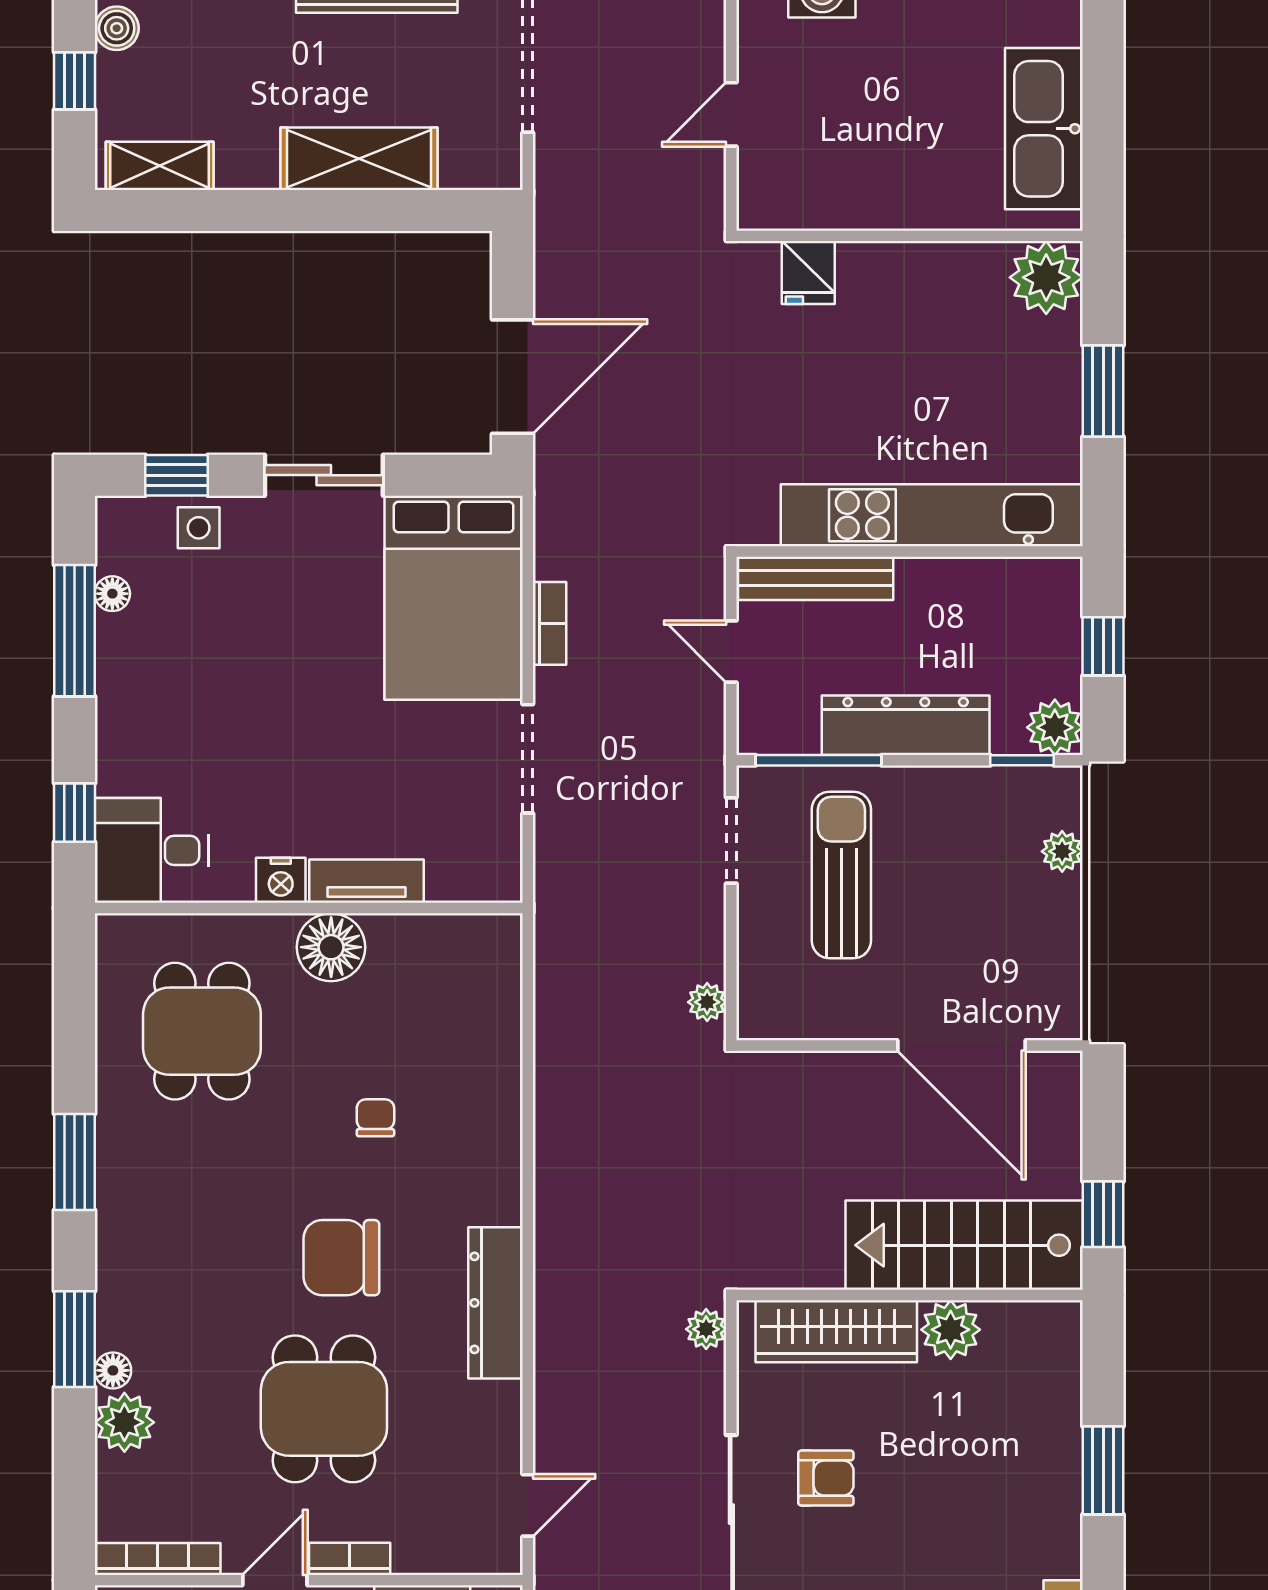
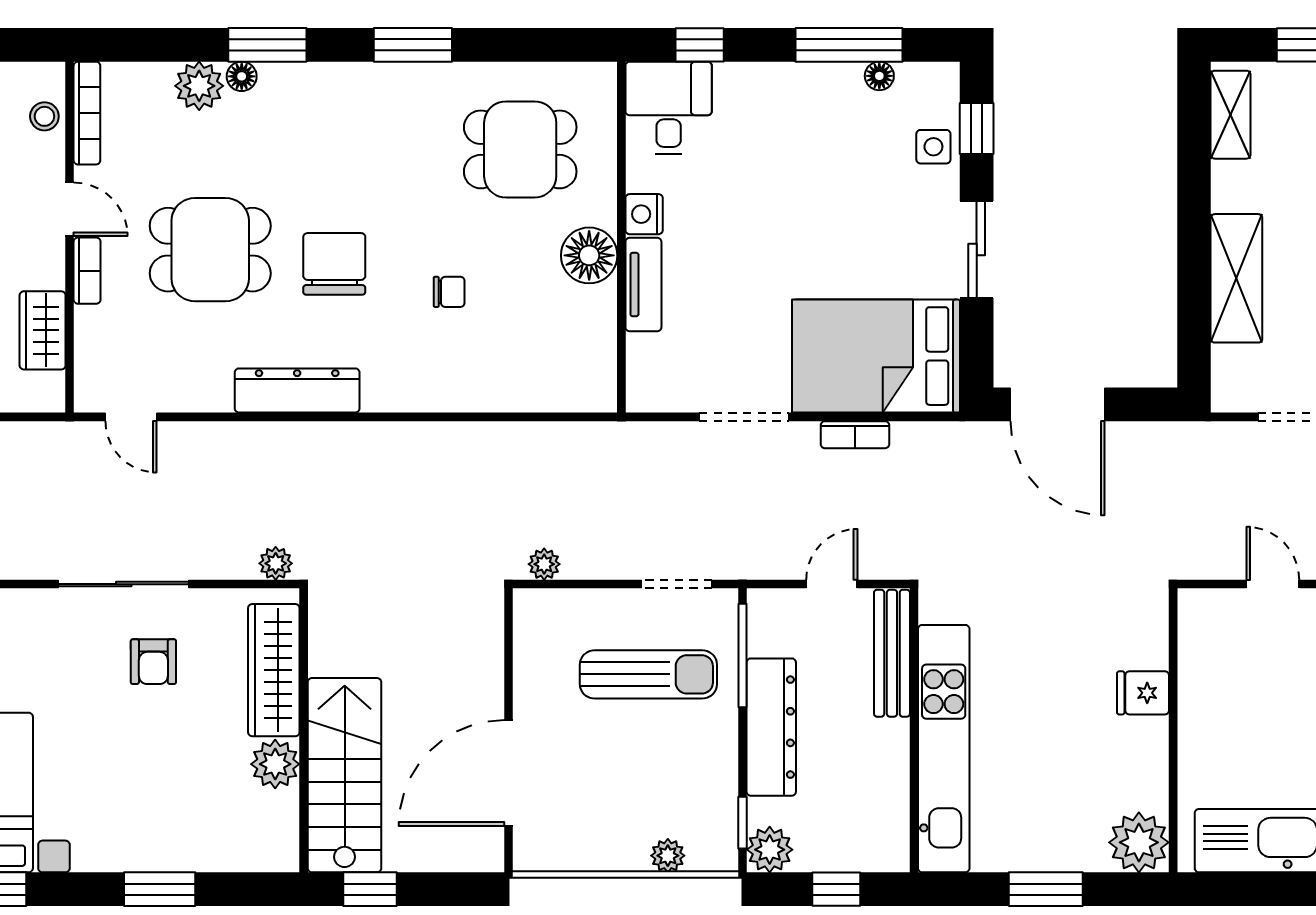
fridge: (808, 272) -> (1143, 693), moved

